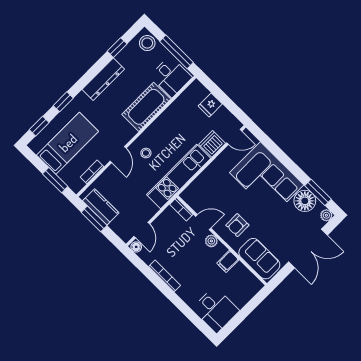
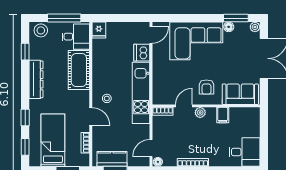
fridge: (210, 105) -> (99, 30), moved
floor lamp: (305, 201) -> (229, 27), width x0.53, depth x0.53
door: (142, 230) -> (151, 148), swing flipped

